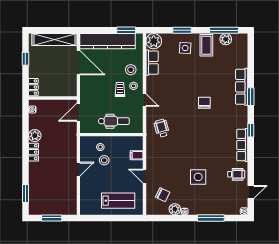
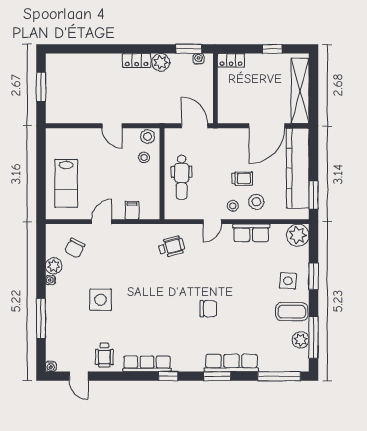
window: (251, 54) -> (279, 376), added
row of seats: (152, 63) -> (251, 233), moved
trolley: (120, 90) -> (242, 178), moved
stool: (104, 160) -> (148, 137), moved
window: (25, 193) -> (189, 49), moved

